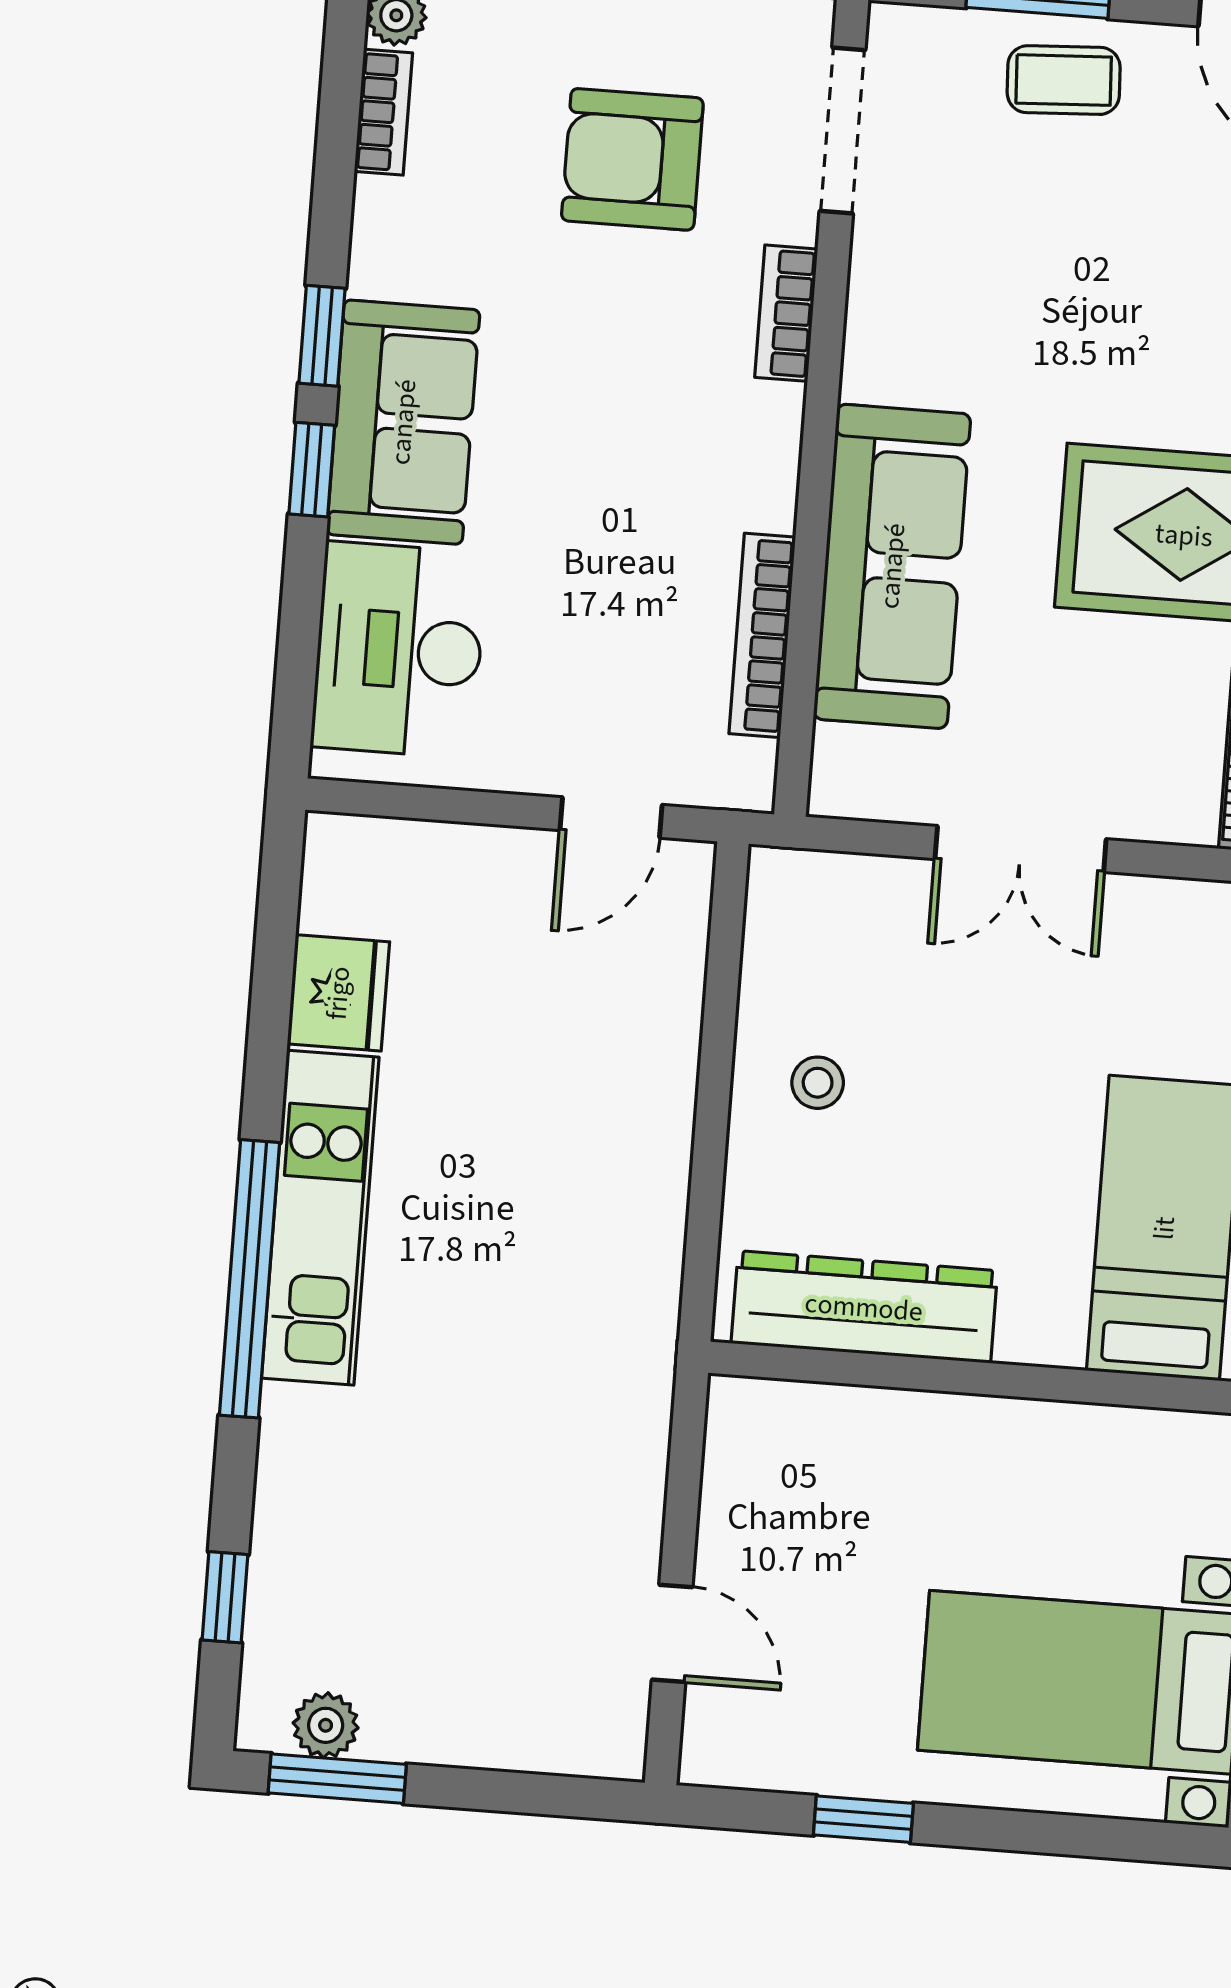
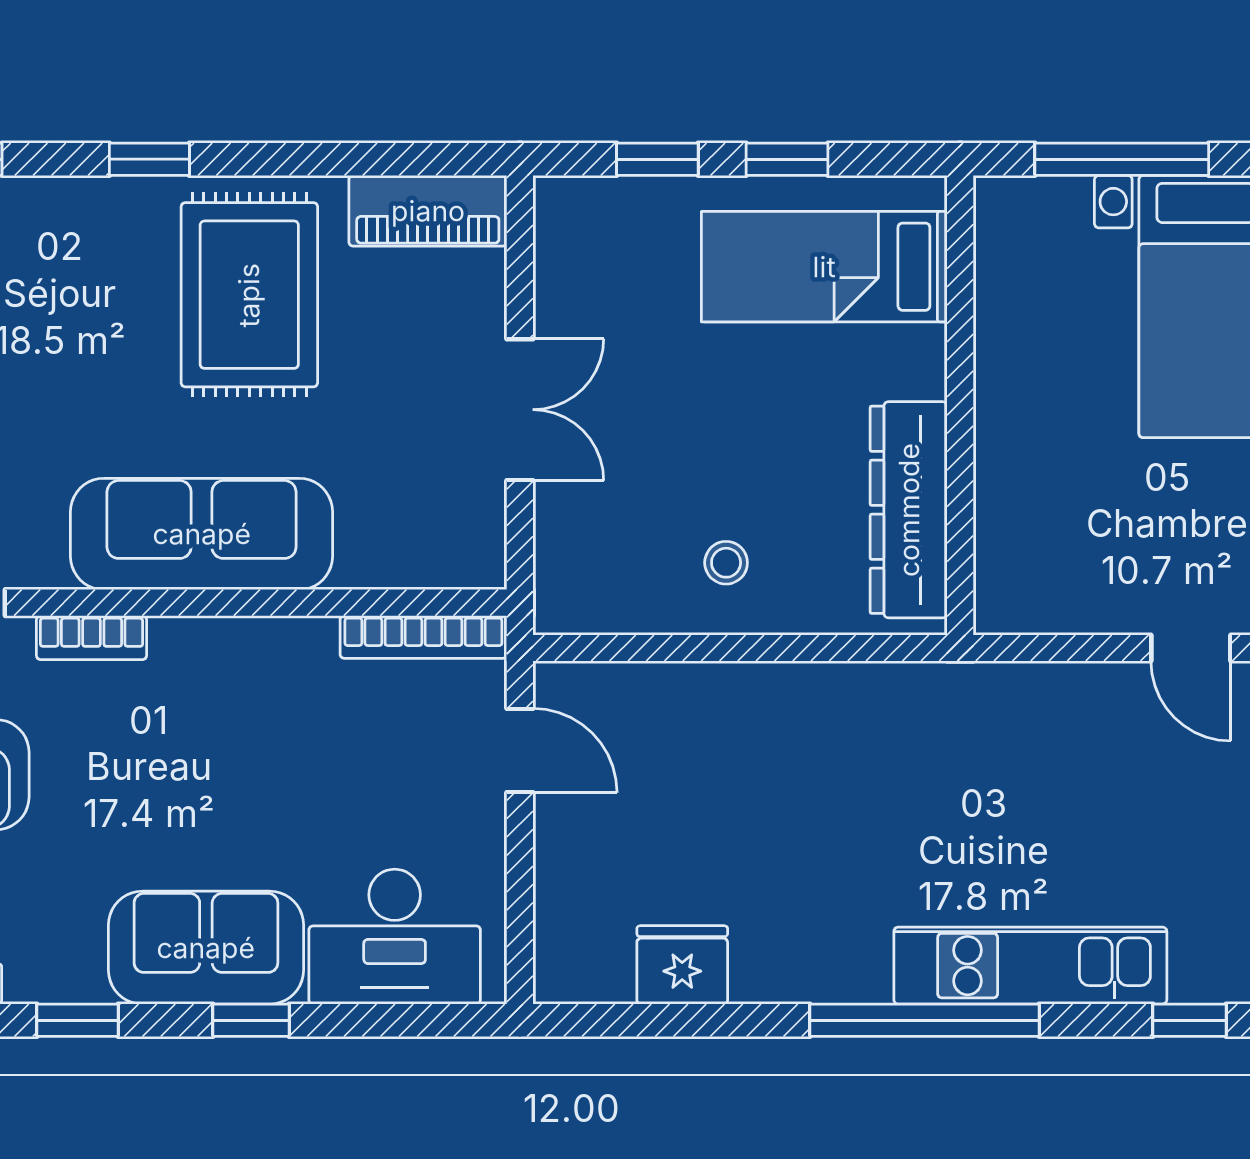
window: (322, 336) -> (78, 1020), moved
sofa: (892, 566) -> (202, 534), moved
bookcase: (762, 635) -> (423, 637), moved
kitchen unit: (320, 1218) -> (1030, 966), moved
door: (672, 1633) -> (1191, 648), swing flipped

